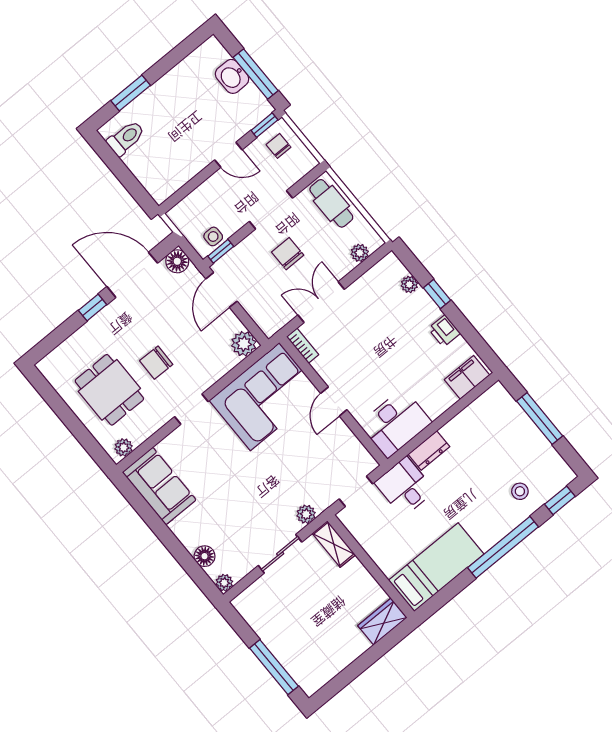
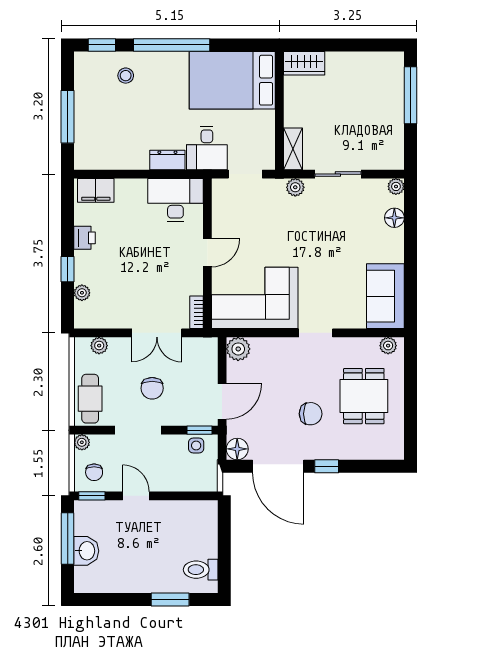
plant: (309, 162) -> (82, 442), added
chair: (156, 363) -> (311, 414), moved
bed: (436, 567) -> (232, 80), width x1.50

